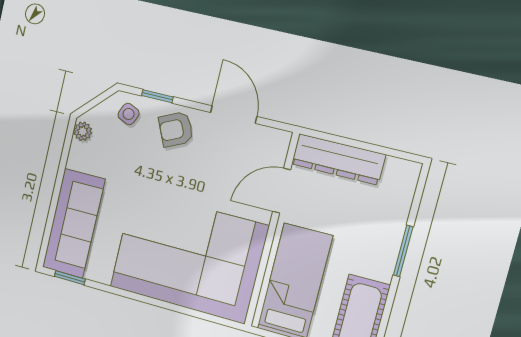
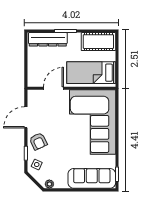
dresser: (338, 159) -> (48, 39), moved, turned 90
door: (282, 191) -> (53, 88), swing flipped

